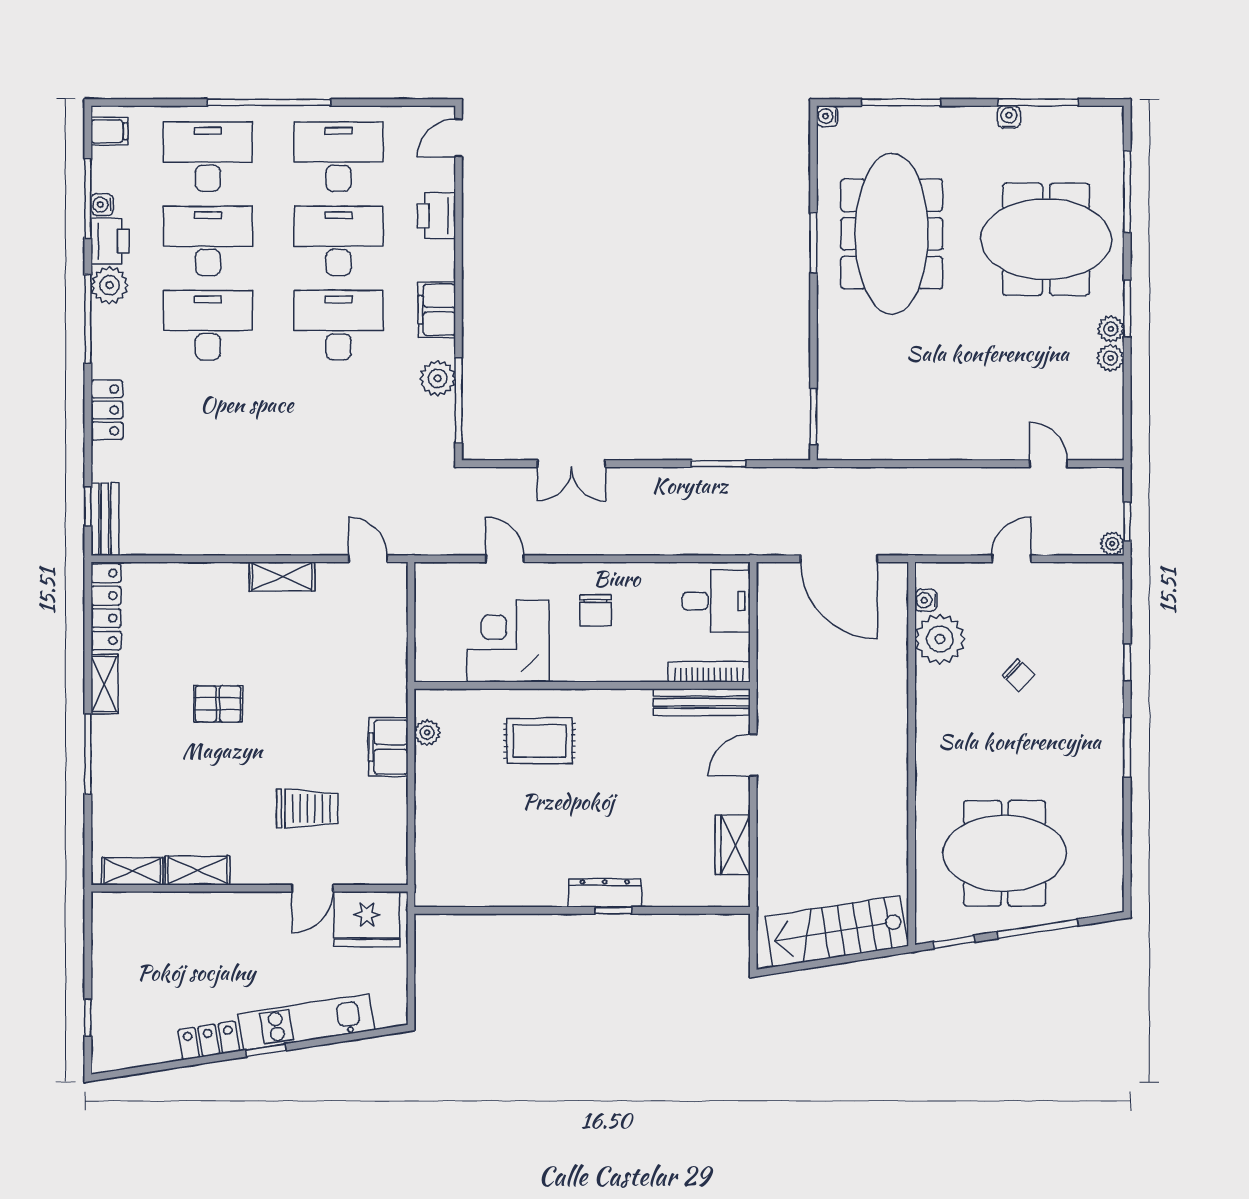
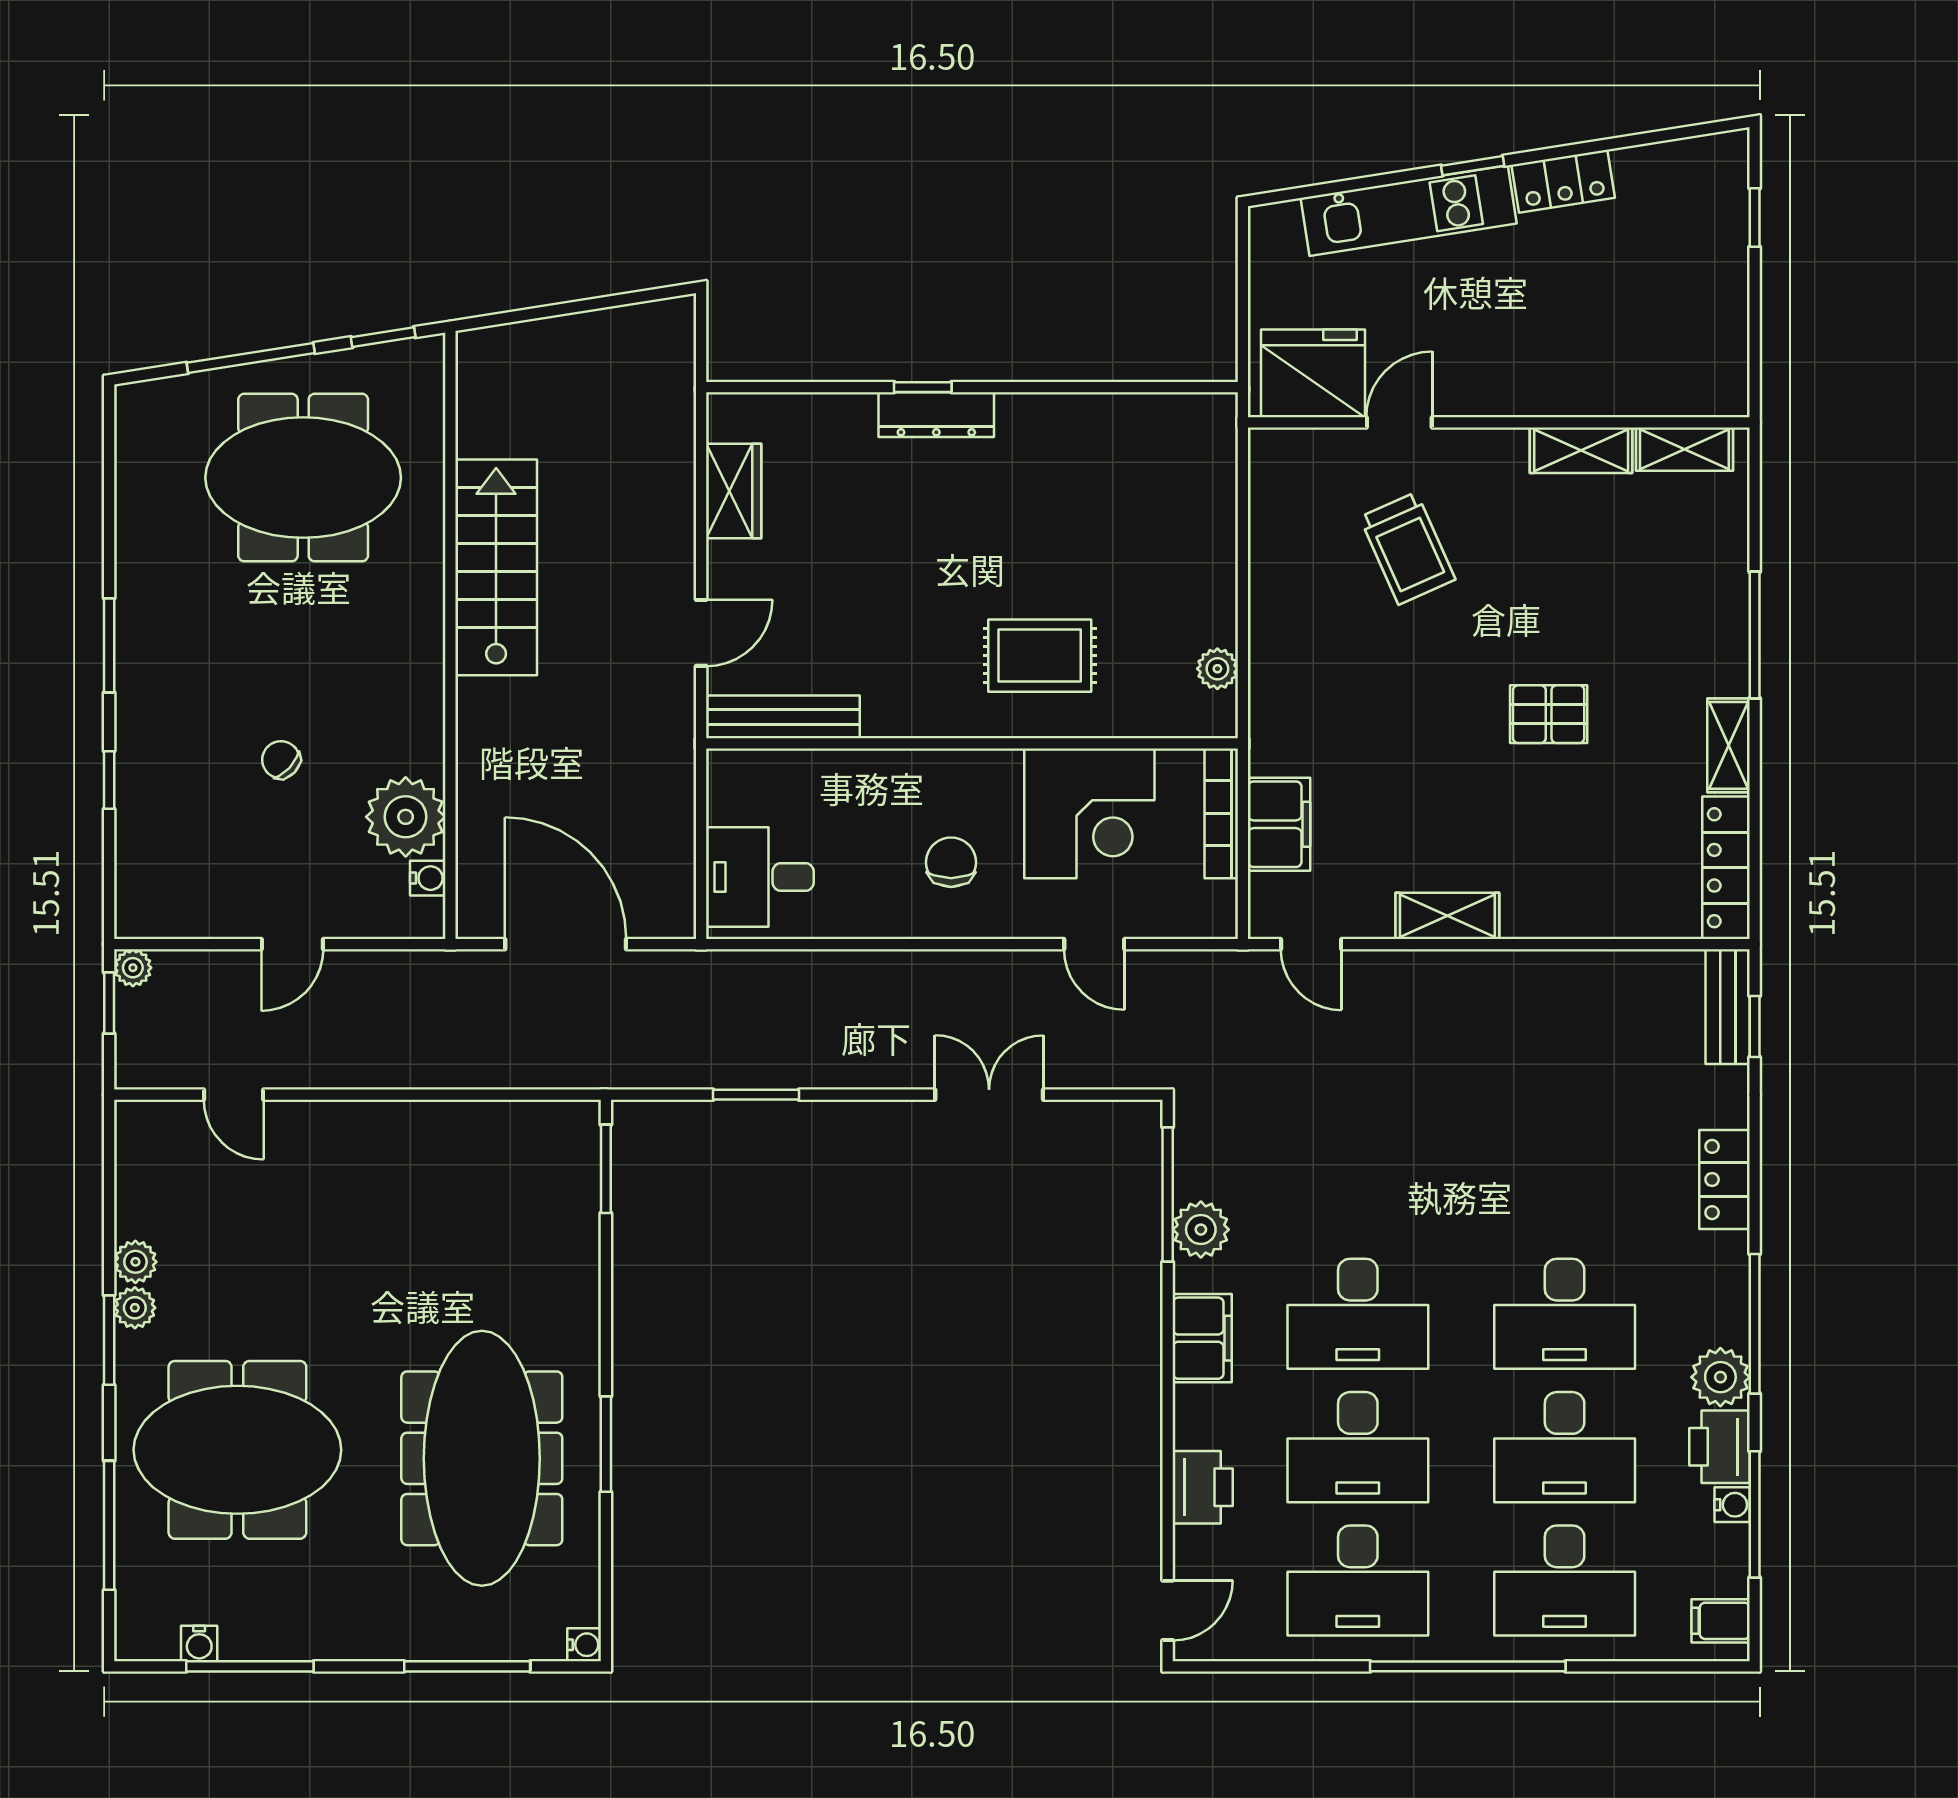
water cooler: (1009, 117) -> (199, 1643), moved
bookcase: (709, 672) -> (1221, 813), moved, turned 90
filing cabinet: (388, 747) -> (1279, 824), moved
trolley: (307, 809) -> (1408, 548), turned -114
stairs: (837, 931) -> (496, 567), moved, turned -81

